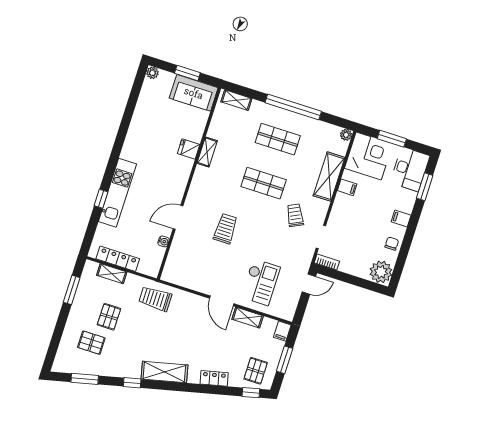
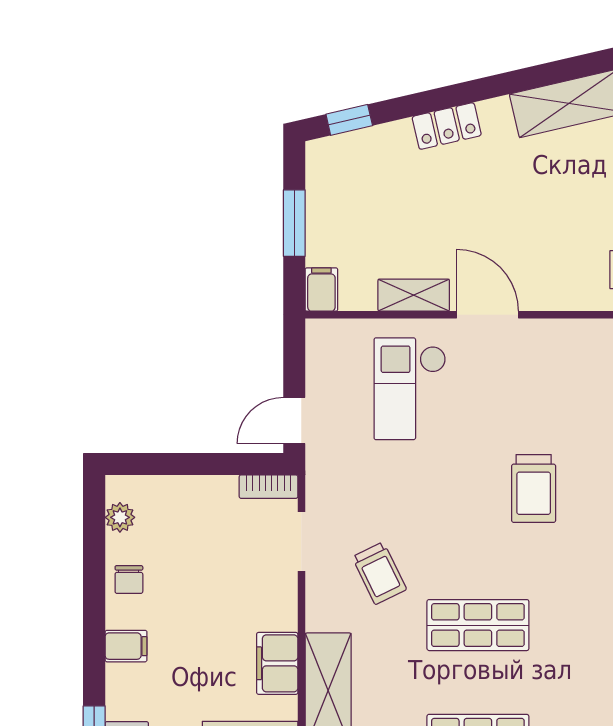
filing cabinet: (347, 187) -> (277, 663), width x2.00
plant: (381, 272) -> (120, 517), width x0.53, depth x0.53
pallet: (256, 371) -> (354, 176), removed

